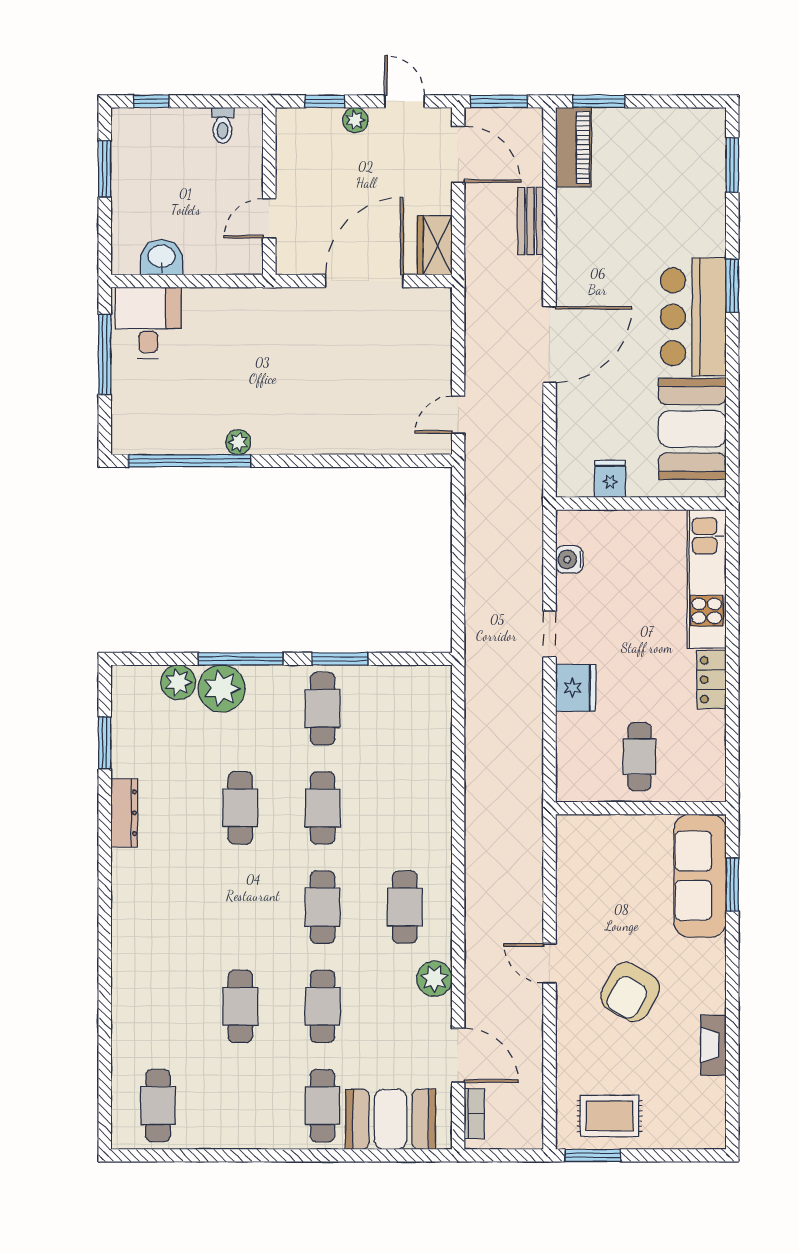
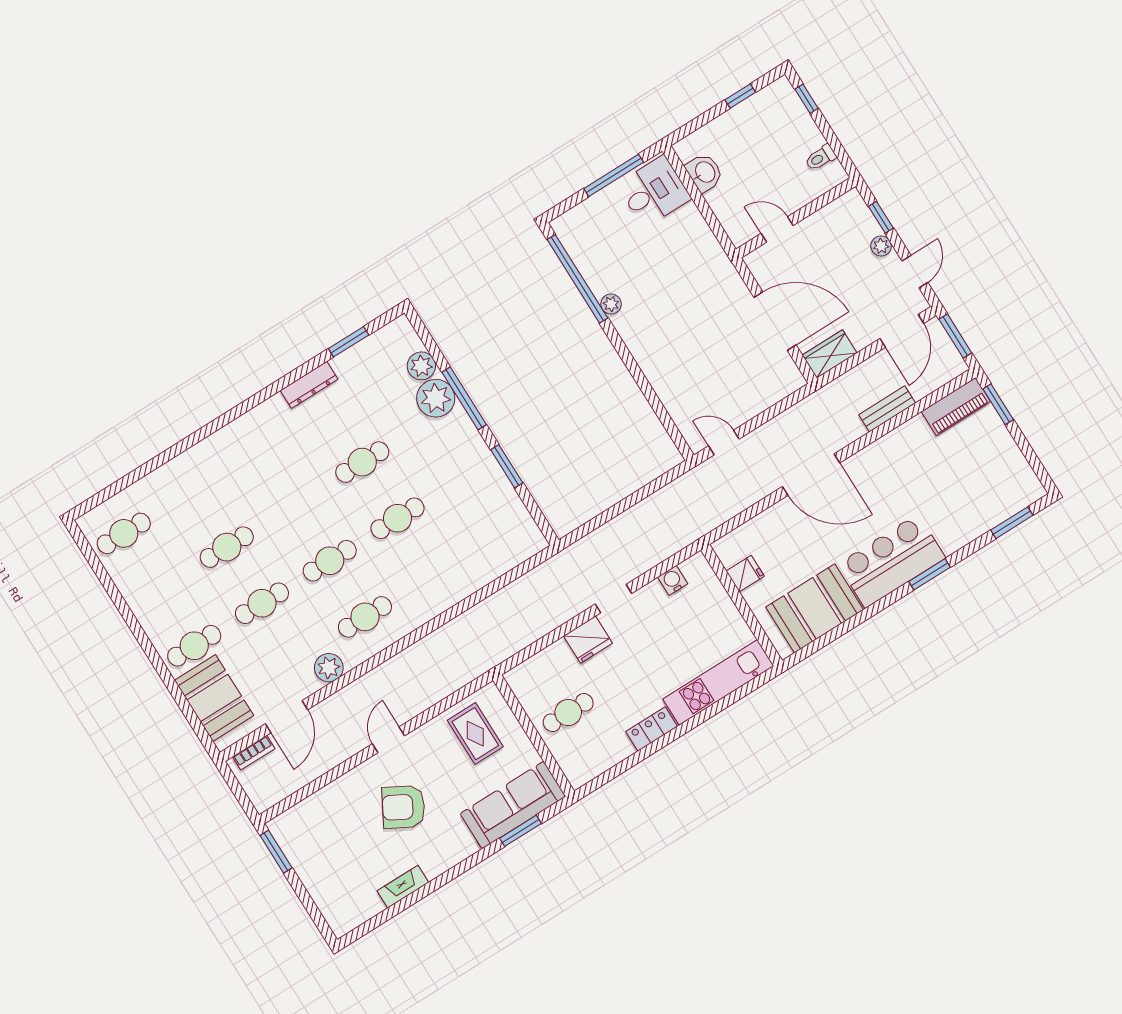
window: (105, 169) -> (740, 96), width x0.67
cafe table: (323, 709) -> (465, 476), removed
rug: (610, 1116) -> (475, 734), moved

